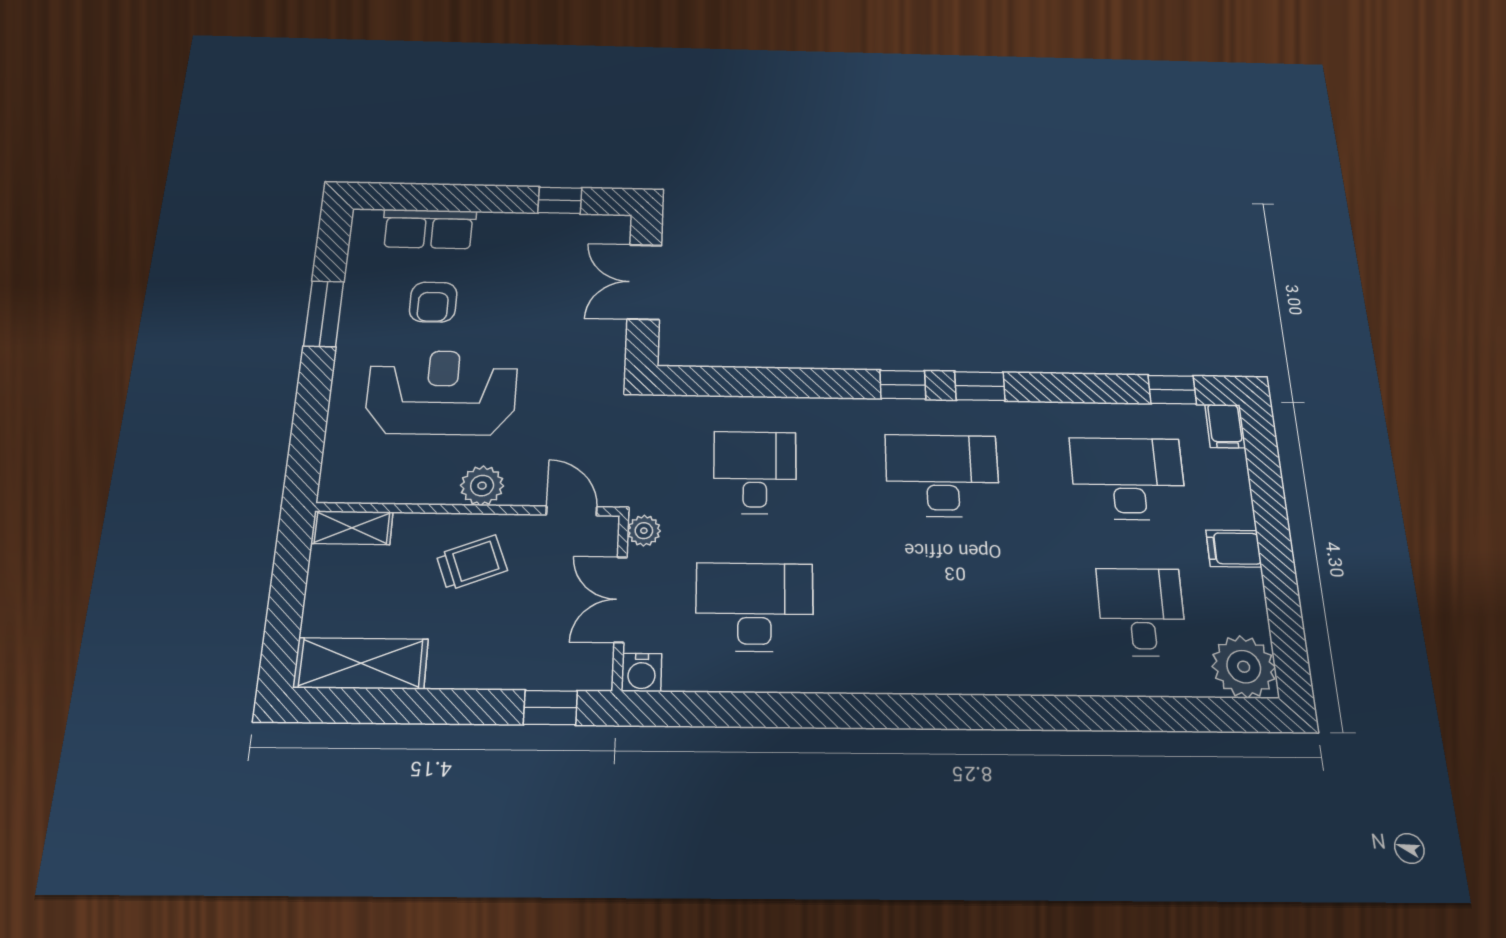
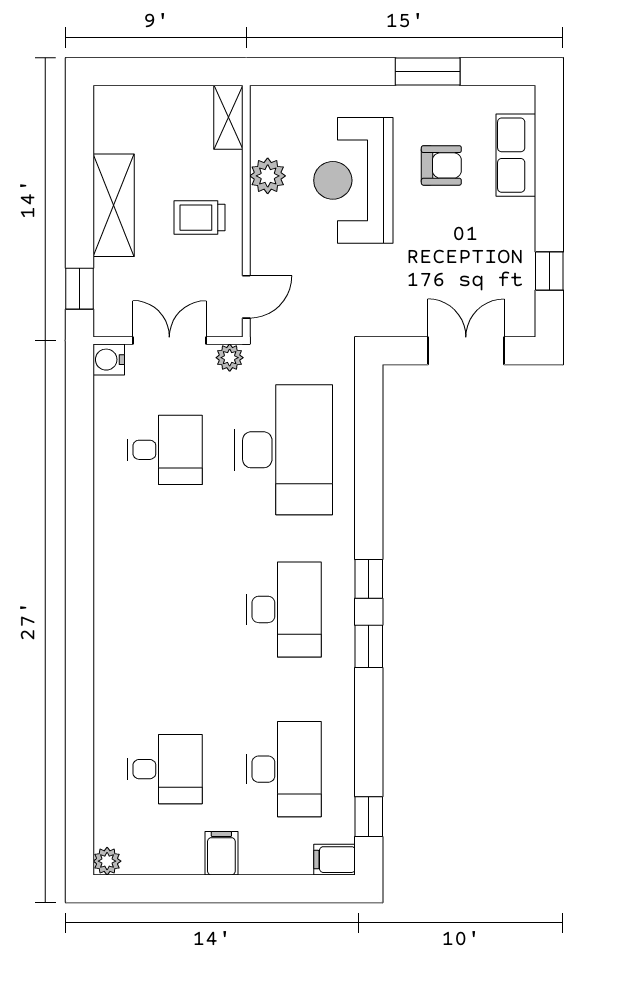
armchair: (433, 302) -> (441, 165), turned 180
reception desk: (442, 392) -> (353, 180), turned 180
desk: (755, 472) -> (284, 450), width x1.87, depth x1.30
plant: (482, 486) -> (268, 176), moved
trolley: (472, 563) -> (199, 218), turned 111
desk: (754, 607) -> (165, 450), width x0.73
shelving: (361, 663) -> (114, 205), moved
plant: (1244, 667) -> (107, 861), width x0.53, depth x0.53

